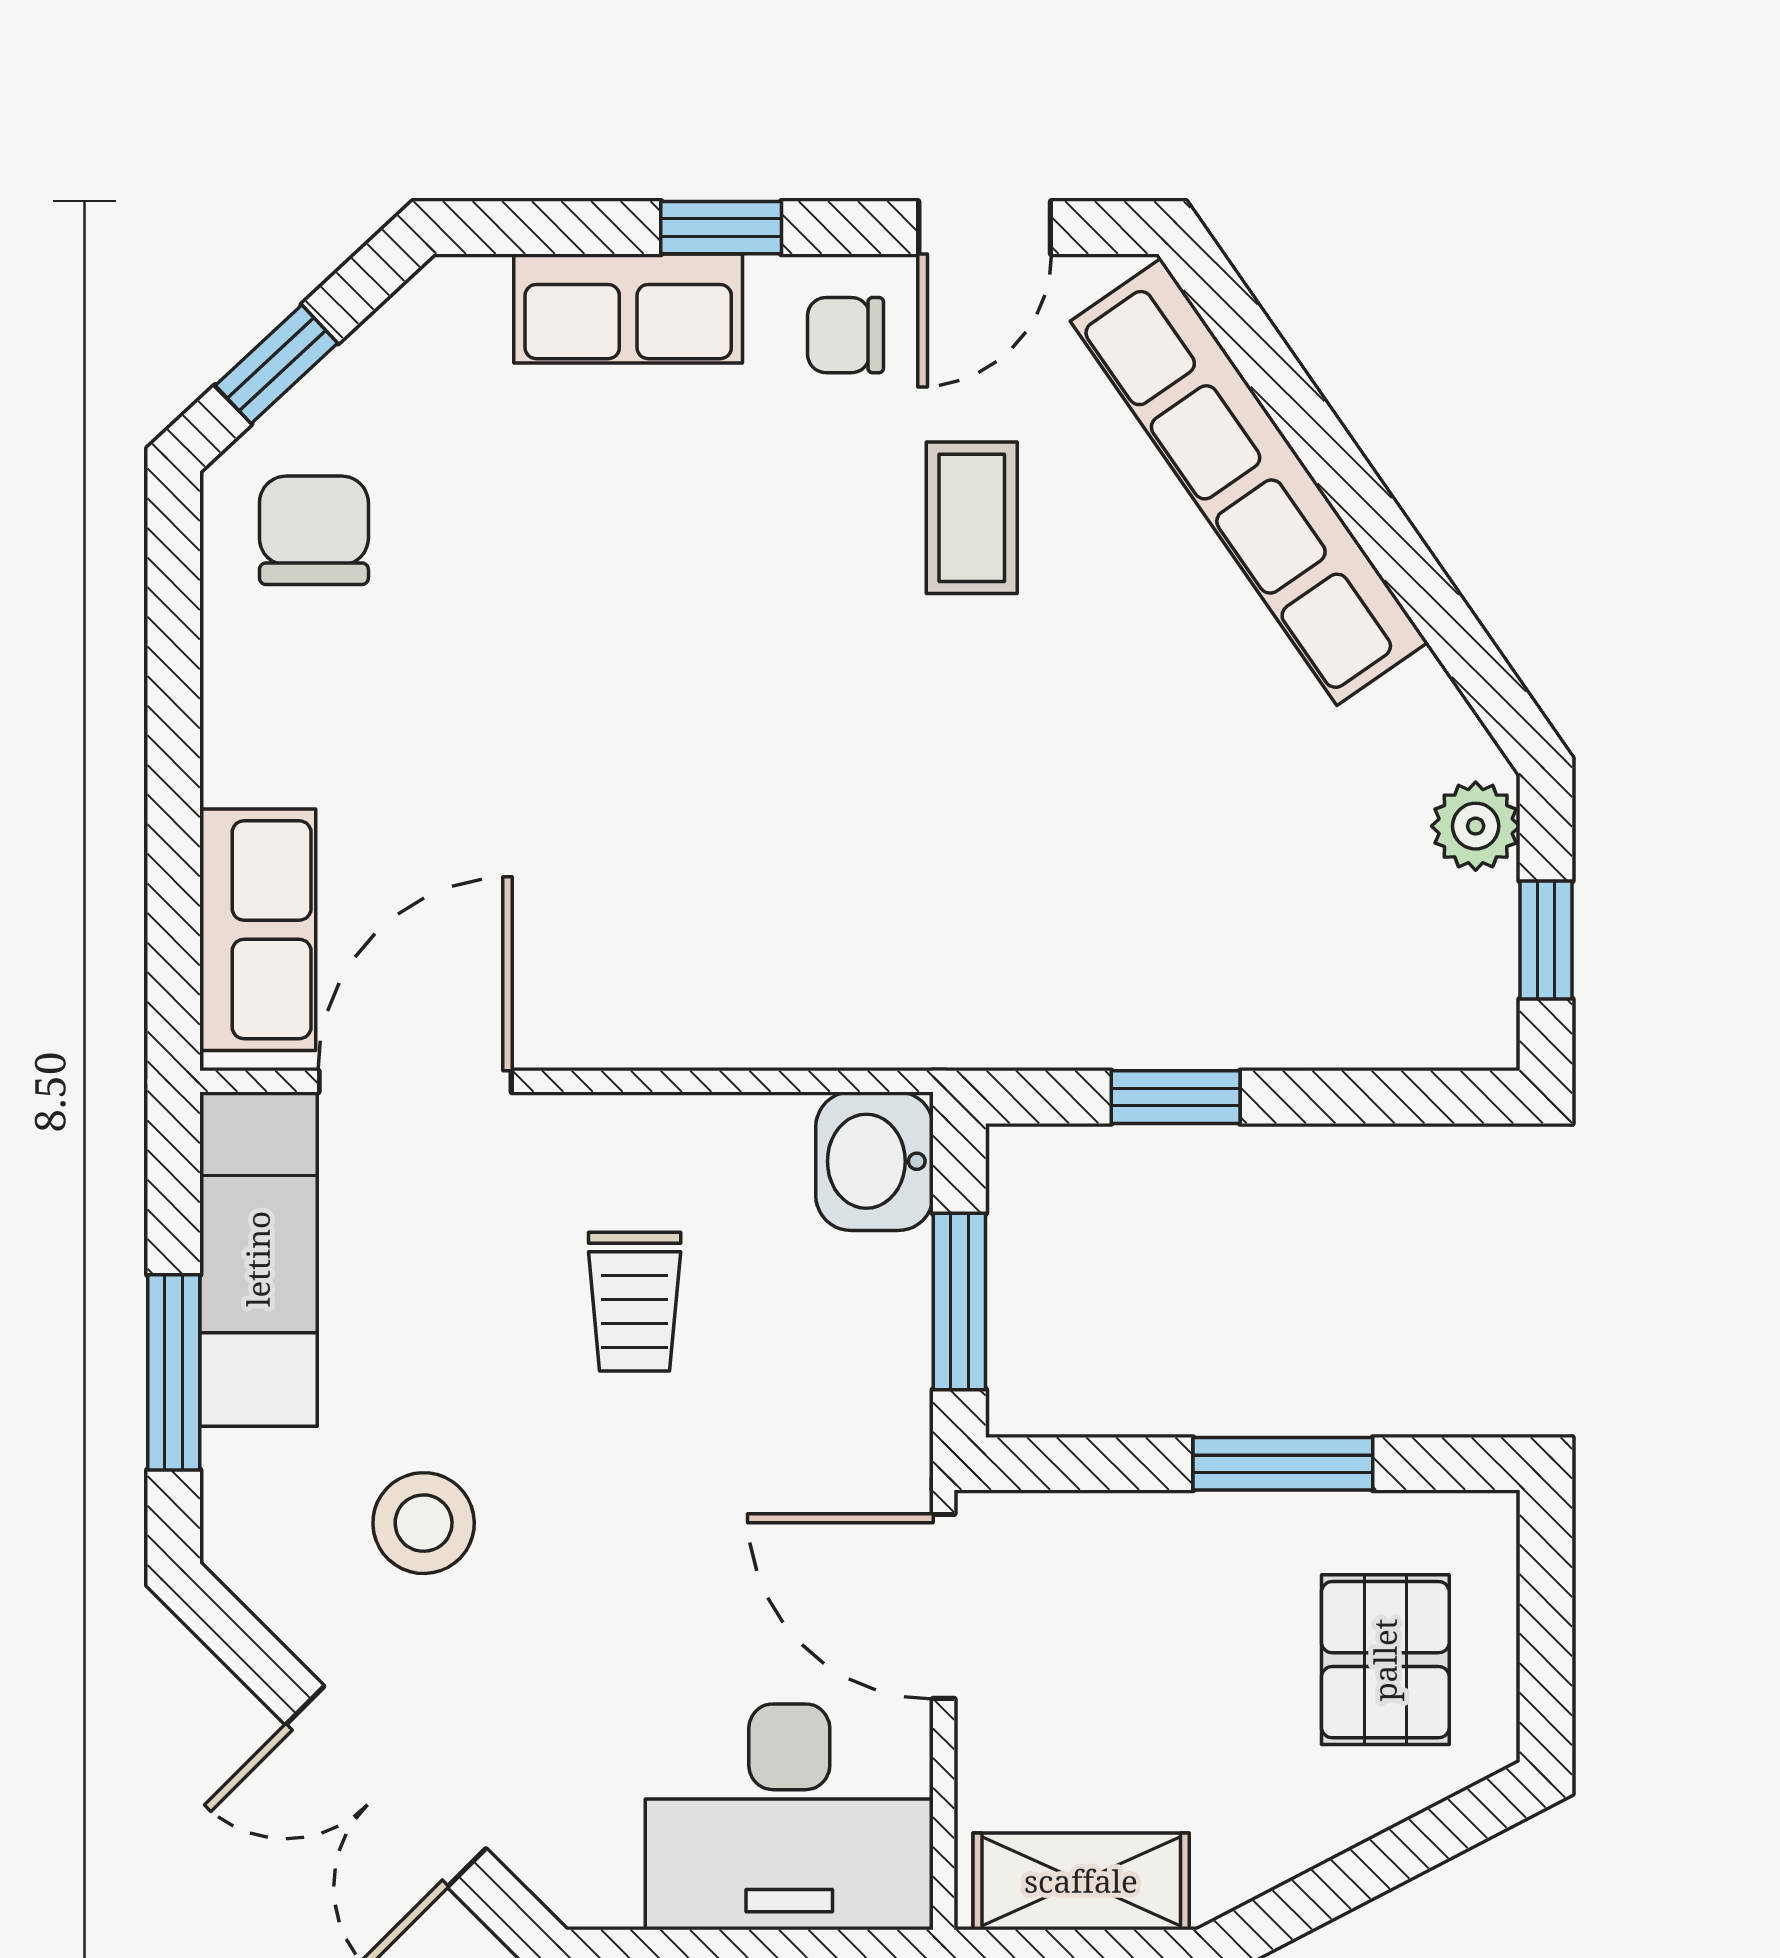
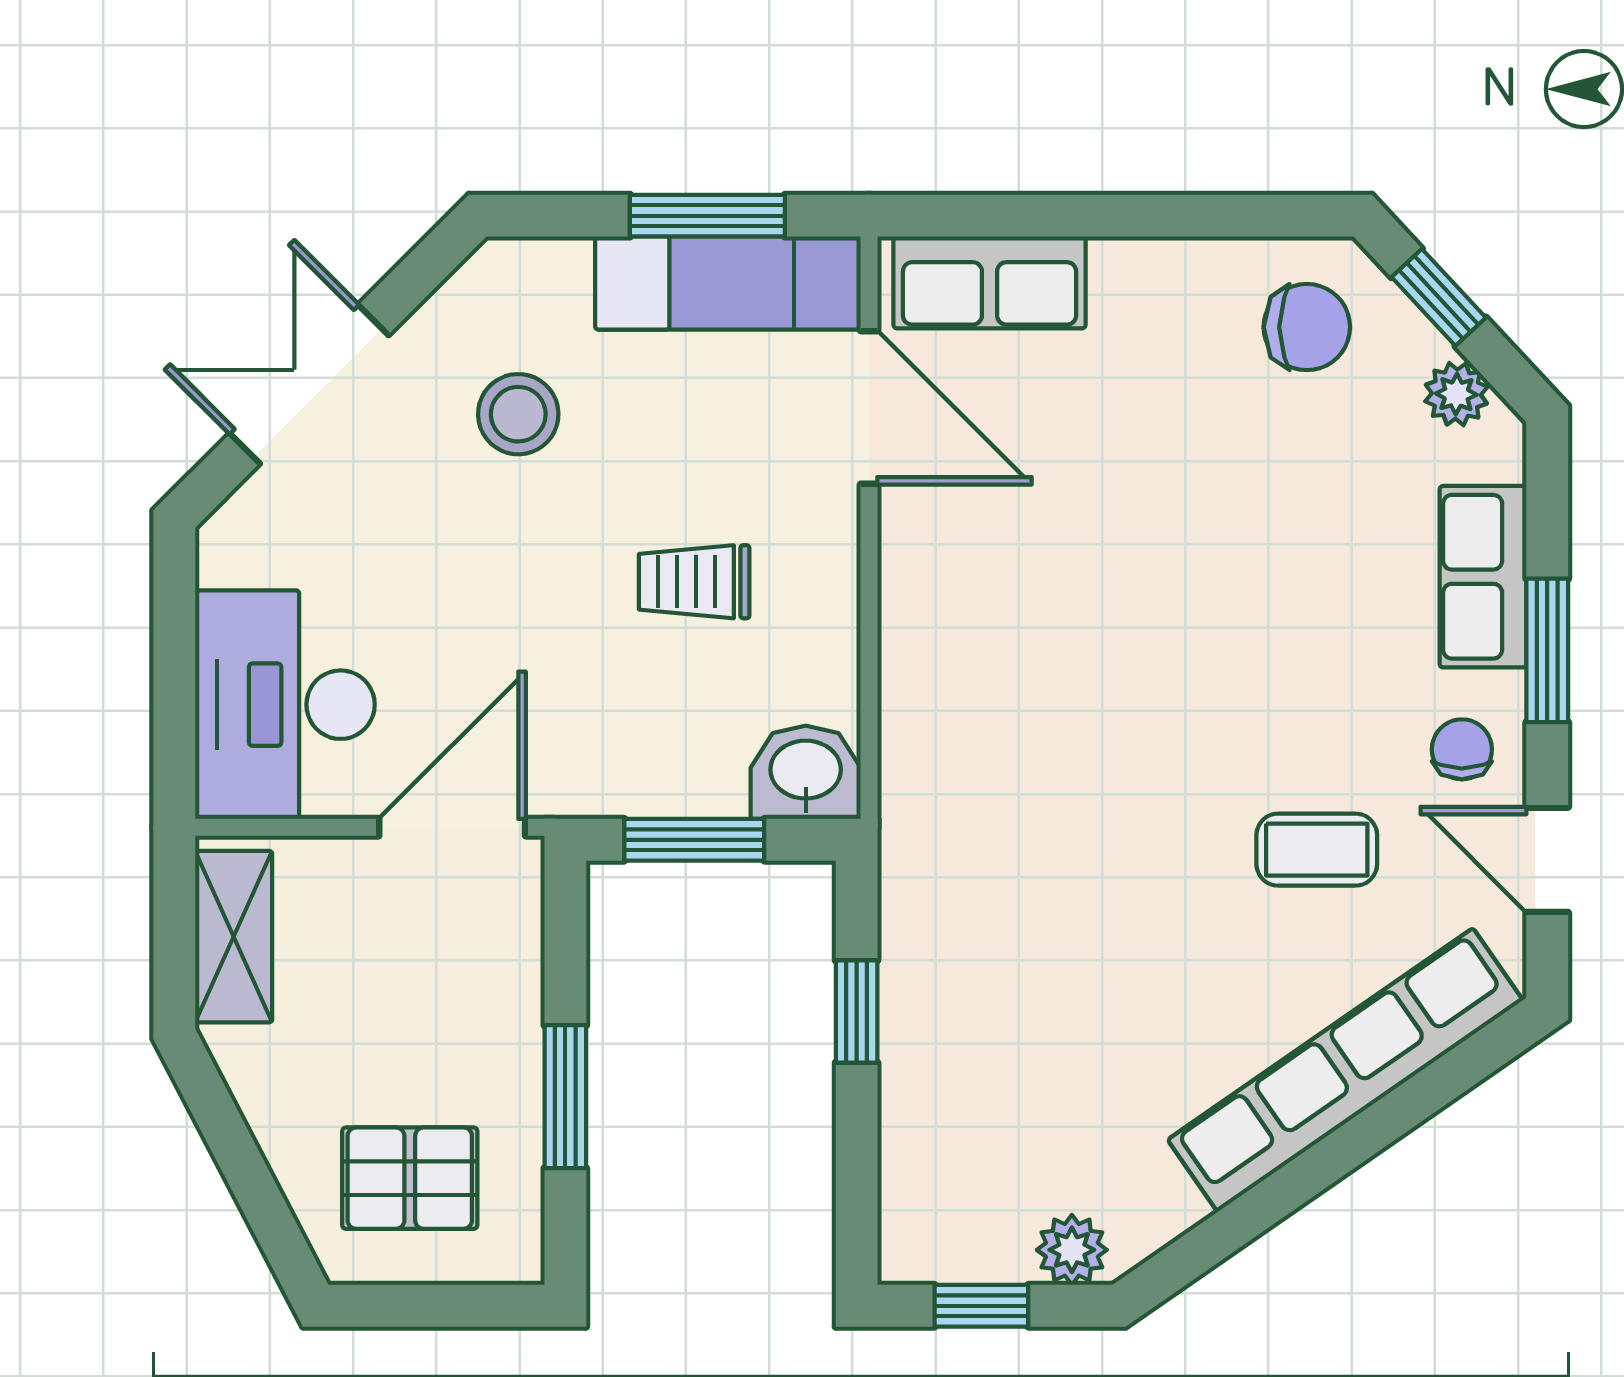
window: (721, 228) -> (1547, 650), width x1.50
plant: (398, 342) -> (1456, 394), added
window: (174, 1372) -> (707, 216), moved

